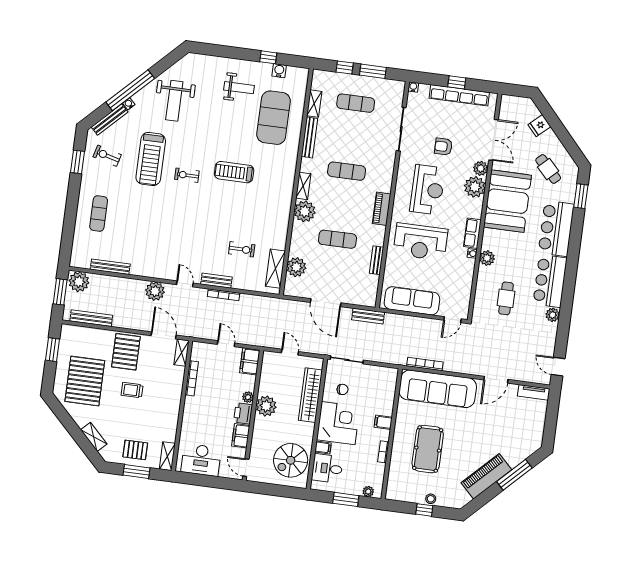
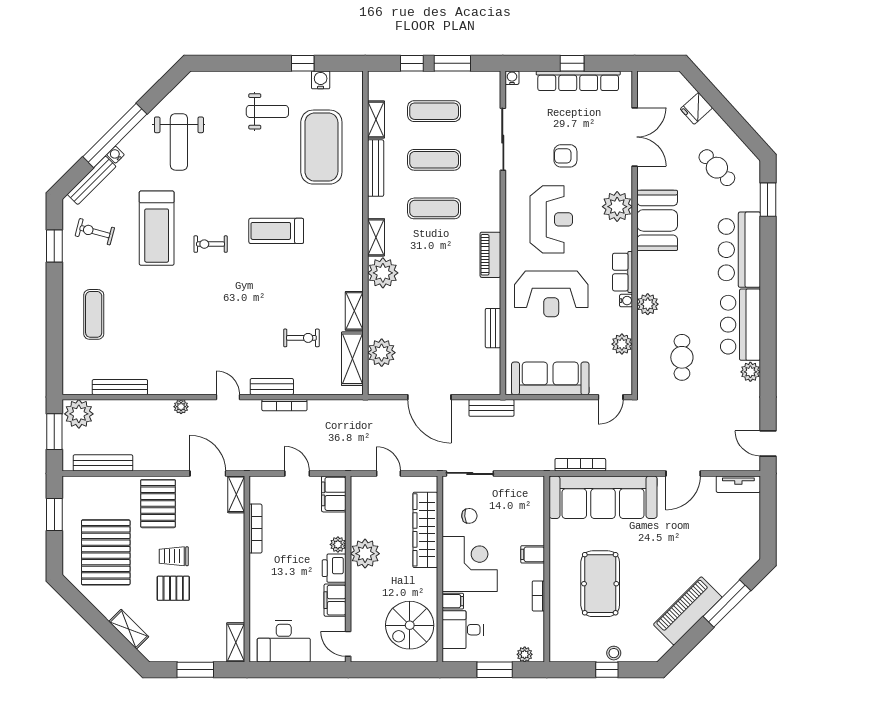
plant: (481, 168) -> (622, 344), moved
booth: (507, 201) -> (657, 220), width x0.73, depth x0.70
shelving: (281, 235) -> (354, 311), added
exercise mat: (337, 239) -> (434, 160), moved
plant: (155, 291) -> (181, 407), width x0.53, depth x0.53
pallet: (135, 450) -> (173, 588), moved

